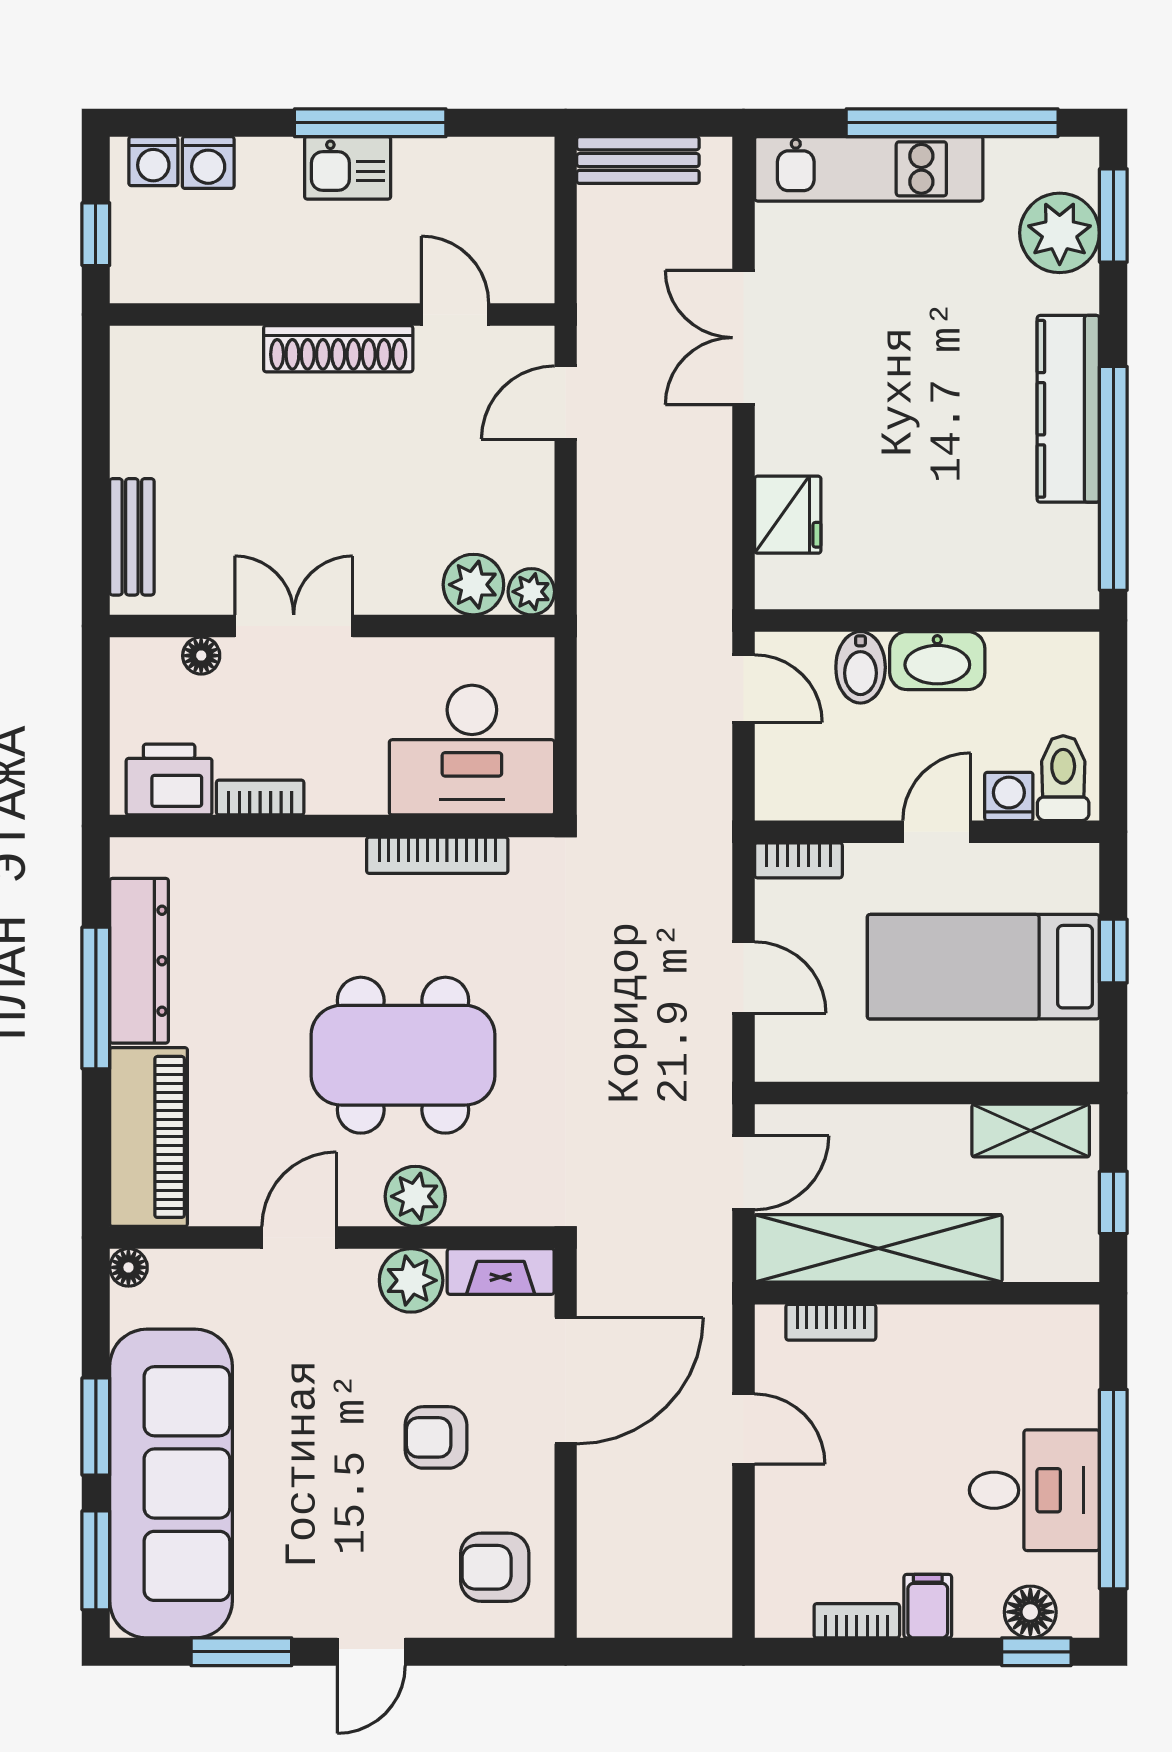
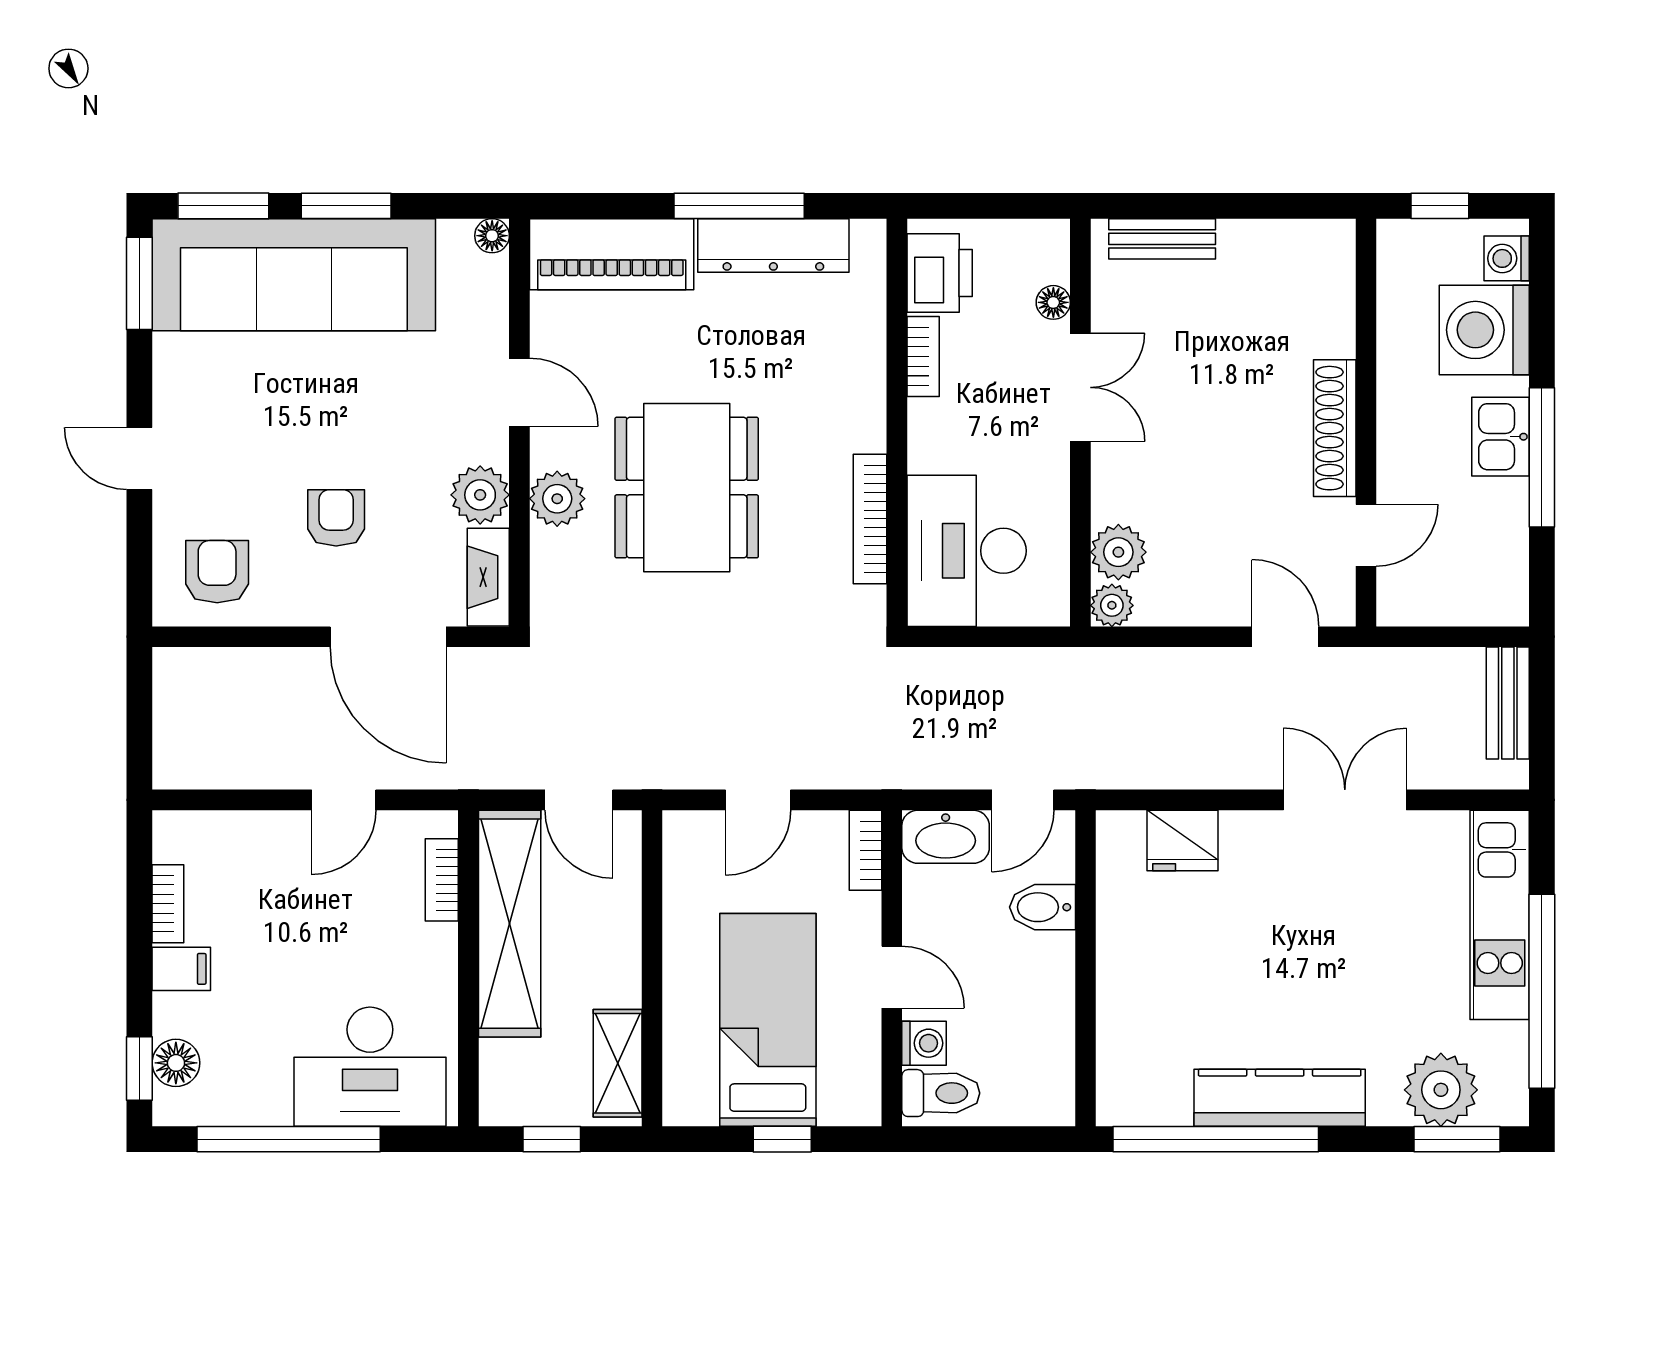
washing machine: (208, 163) -> (1484, 330), width x1.89, depth x1.89
washbasin: (937, 661) -> (946, 837), moved, turned -90
desk: (1034, 1490) -> (370, 1067), moved, width x1.37
window: (241, 1652) -> (139, 283), moved

